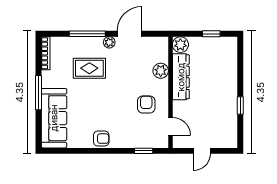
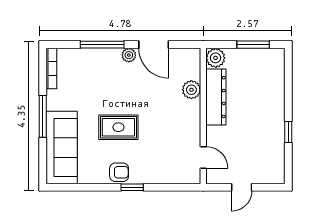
door: (130, 34) -> (154, 45), swing flipped
window: (211, 34) -> (253, 45), width x1.50
rug: (89, 68) -> (118, 127), moved
armchair: (146, 104) -> (174, 131), removed
window: (144, 151) -> (132, 187), moved

